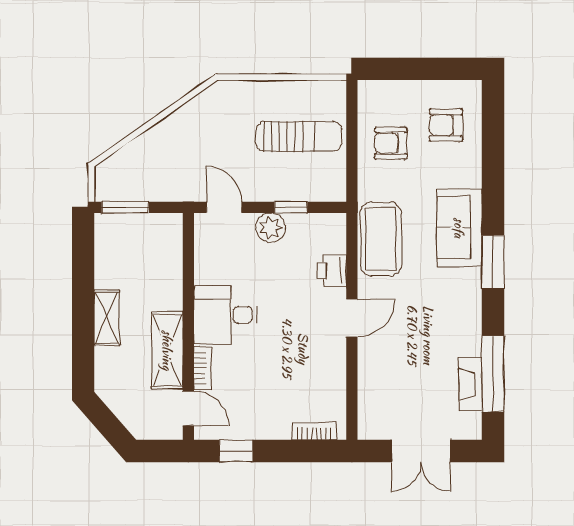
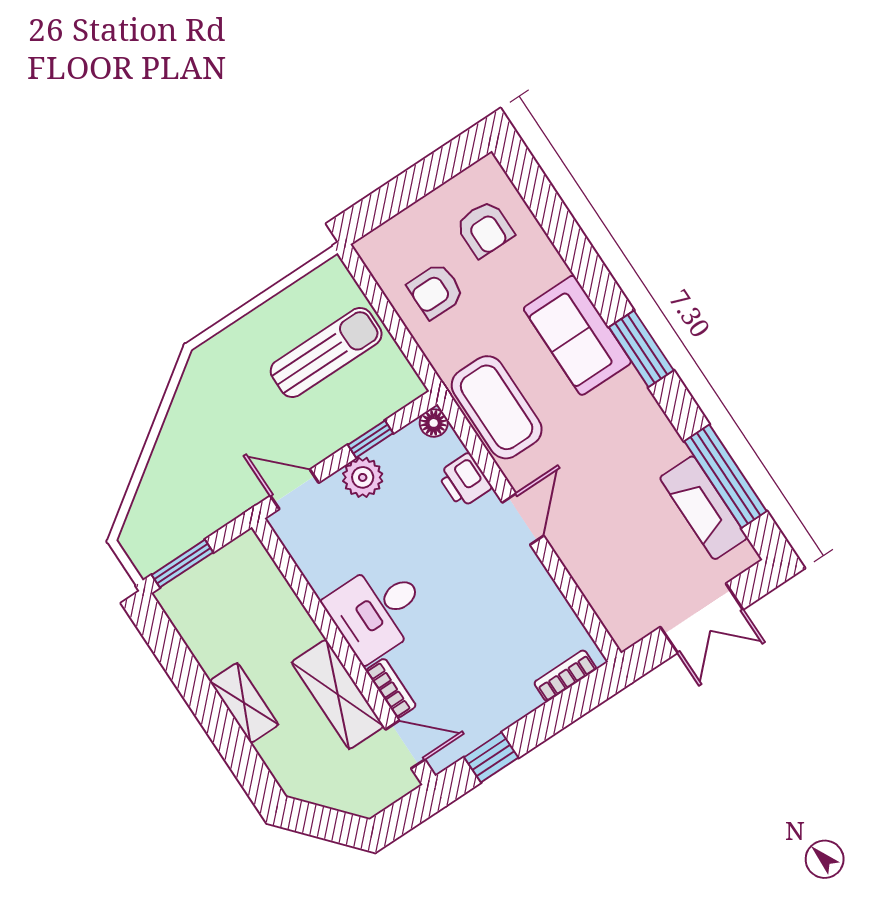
armchair: (446, 125) -> (485, 229), turned -90
floor lamp: (336, 223) -> (434, 423), added
fireplace: (471, 384) -> (704, 508), width x1.37, depth x1.32

